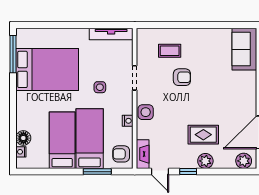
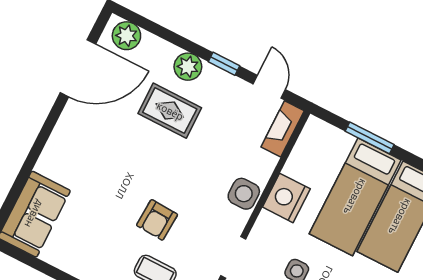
armchair: (182, 77) -> (157, 220), turned -87
nightstand: (128, 121) -> (286, 198), width x1.89, depth x1.79
armchair: (121, 154) -> (317, 147), removed

